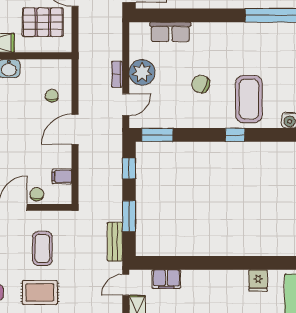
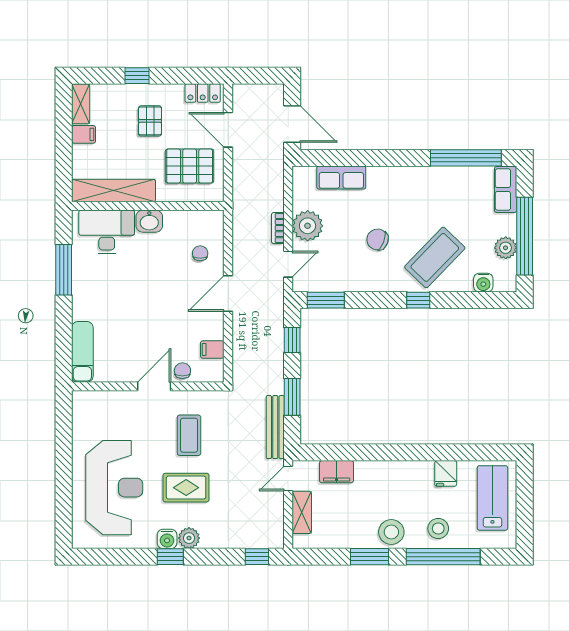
coffee table: (249, 99) -> (435, 257), turned 44
bench: (115, 242) -> (275, 427), width x1.36

